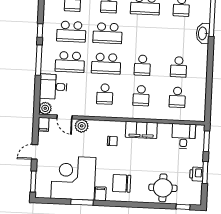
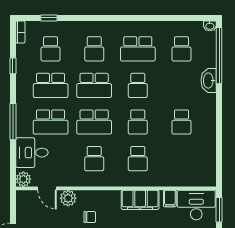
window: (40, 31) -> (13, 66), moved
school desk: (177, 97) -> (138, 85), moved
filing cabinet: (43, 124) -> (170, 199), moved
desk: (184, 136) -> (196, 205), width x1.37
chair: (112, 141) -> (90, 217), moved

